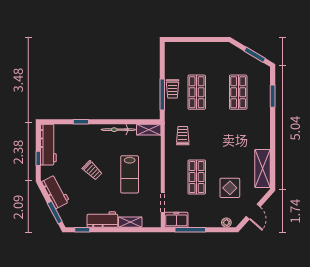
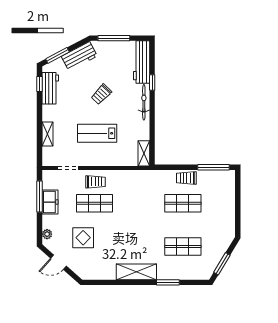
window: (162, 94) -> (214, 167), moved
window: (273, 96) -> (168, 282), moved
bicycle: (118, 130) -> (144, 102), moved
trolley: (183, 136) -> (95, 182), moved
workbench: (48, 145) -> (142, 62), moved, turned 90
window: (38, 158) -> (114, 38), width x2.17
shelving: (263, 168) -> (136, 272), moved
workbench: (102, 219) -> (50, 88), moved
freezer: (176, 220) -> (50, 202), moved

